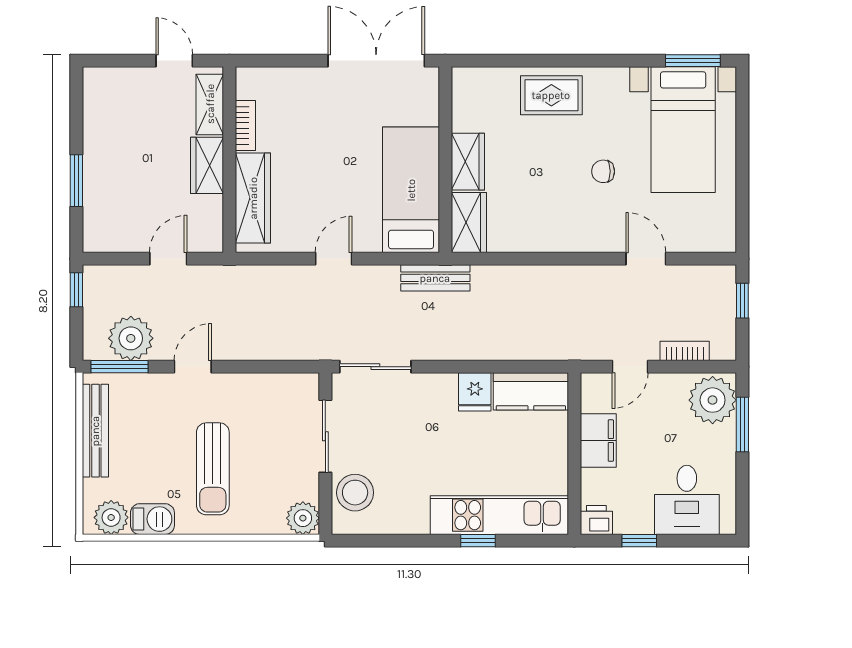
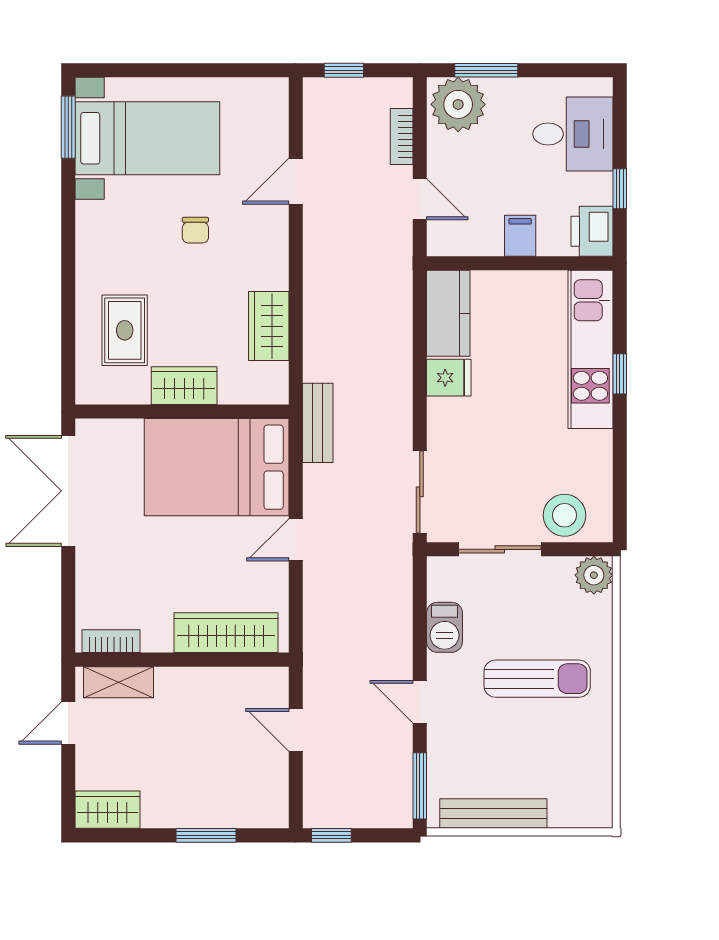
rug: (551, 95) -> (125, 330), moved
bookcase: (245, 125) -> (111, 641), moved
wardrobe: (207, 165) -> (107, 810), moved, turned 180
bed: (411, 190) -> (217, 467), width x1.50
wardrobe: (469, 223) -> (269, 326), moved, turned -90
door: (334, 259) -> (296, 540), hinge flipped
plant: (131, 338) -> (387, 773), removed
filing cabinet: (598, 441) -> (520, 236), width x0.50
plant: (111, 517) -> (593, 796), removed
barbecue: (152, 519) -> (444, 627), moved, turned 180
printer: (596, 520) -> (592, 231), width x1.36, depth x1.24

